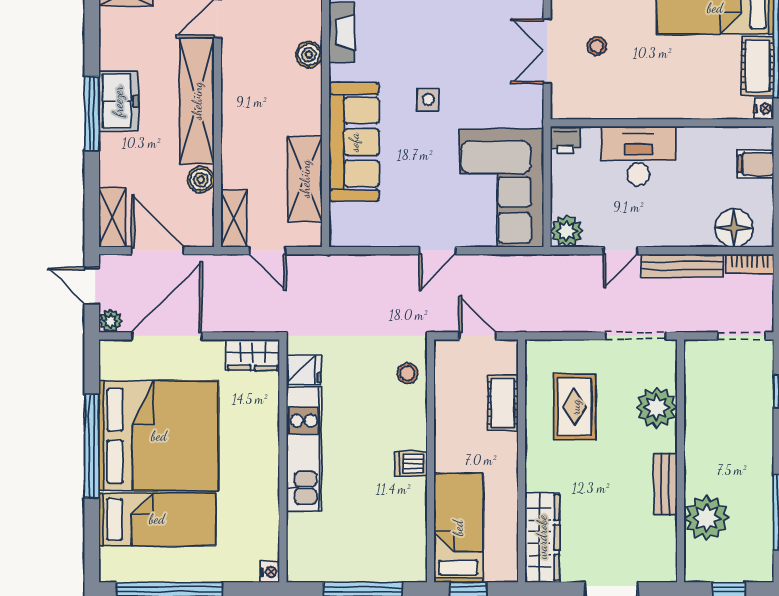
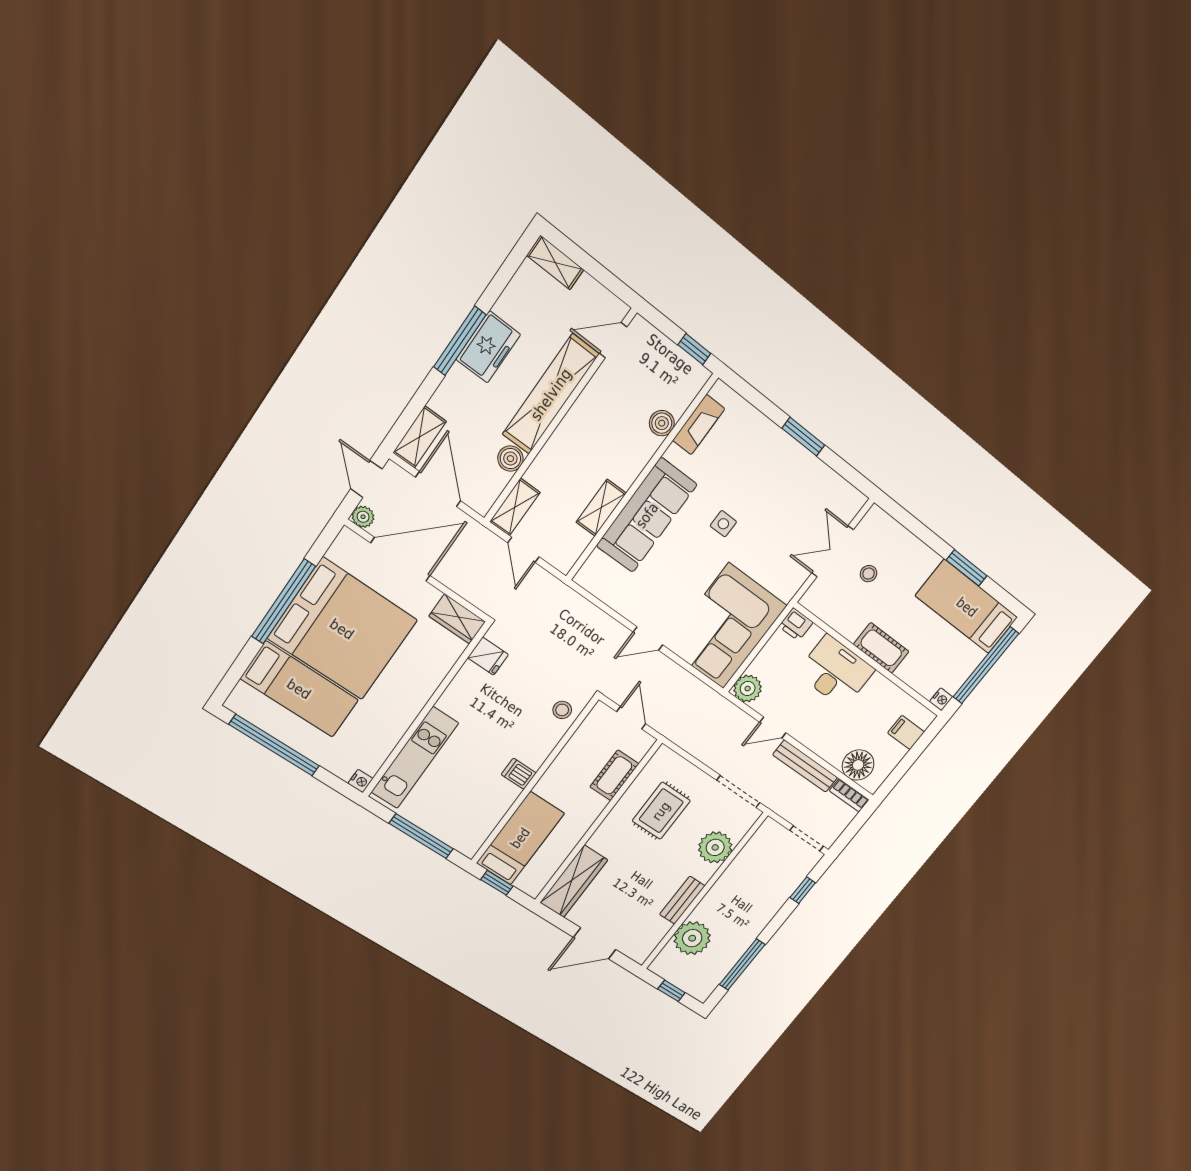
cot: (758, 66) -> (881, 648), moved, turned 90
shelving: (305, 179) -> (601, 508), width x0.67, depth x0.75
kitchen unit: (304, 449) -> (415, 758), moved

